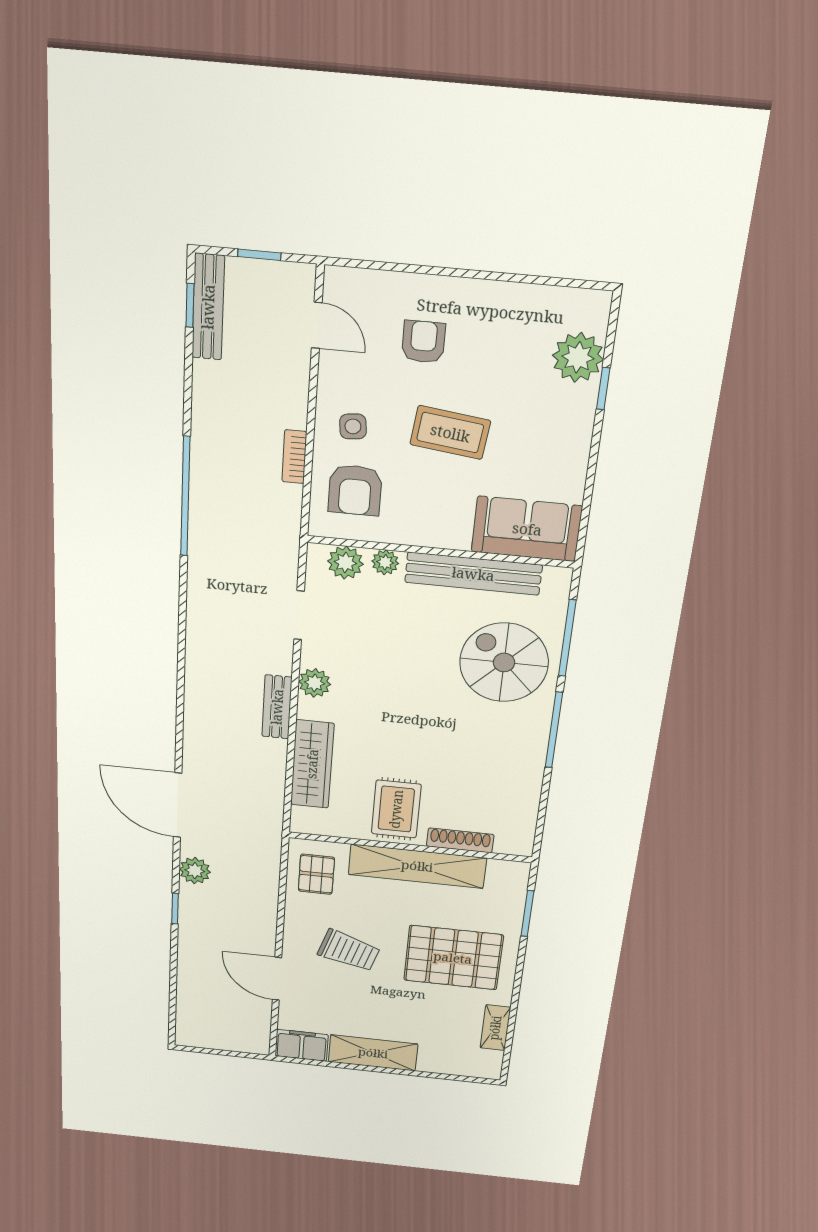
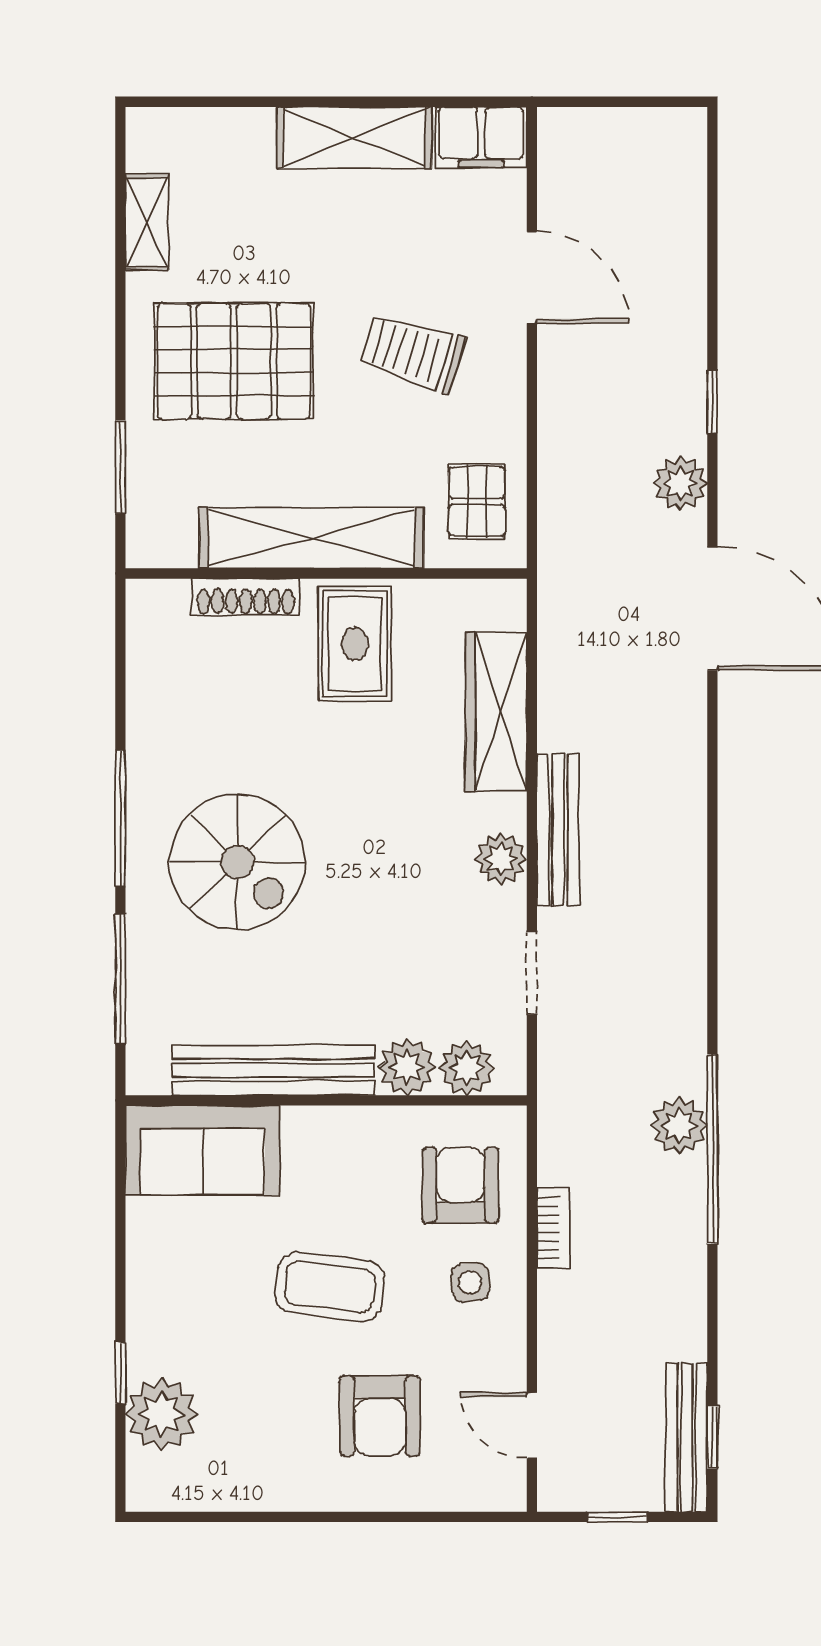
armchair: (423, 342) -> (380, 1416), width x1.38, depth x1.38
plant: (207, 513) -> (679, 1126), added
plant: (385, 562) -> (407, 1067), width x1.38, depth x1.38
spiral stairs: (504, 662) -> (237, 862), moved
bench: (277, 707) -> (558, 830), width x1.36

